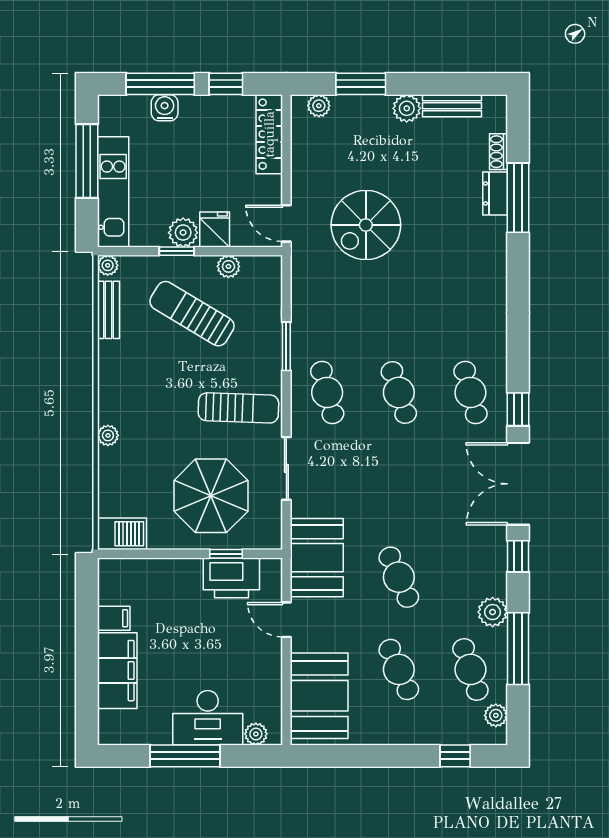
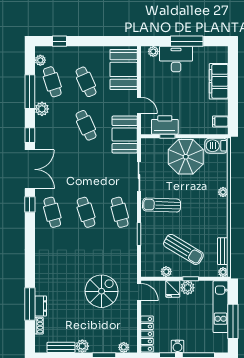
water cooler: (165, 108) -> (177, 346), moved
parasol: (211, 496) -> (186, 157), moved
filing cabinet: (114, 618) -> (220, 121), moved

